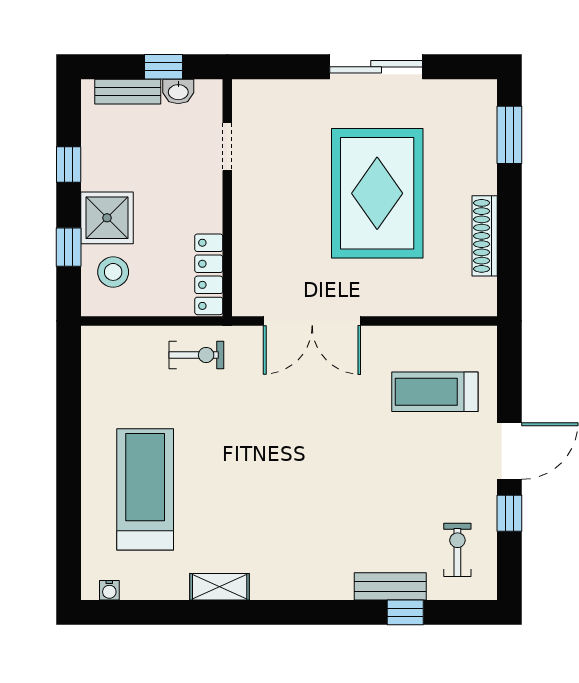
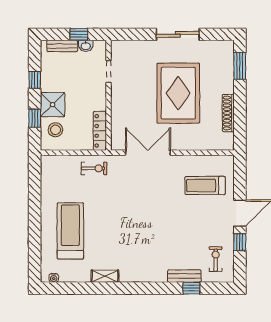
double door: (312, 321) -> (148, 153), swing flipped

